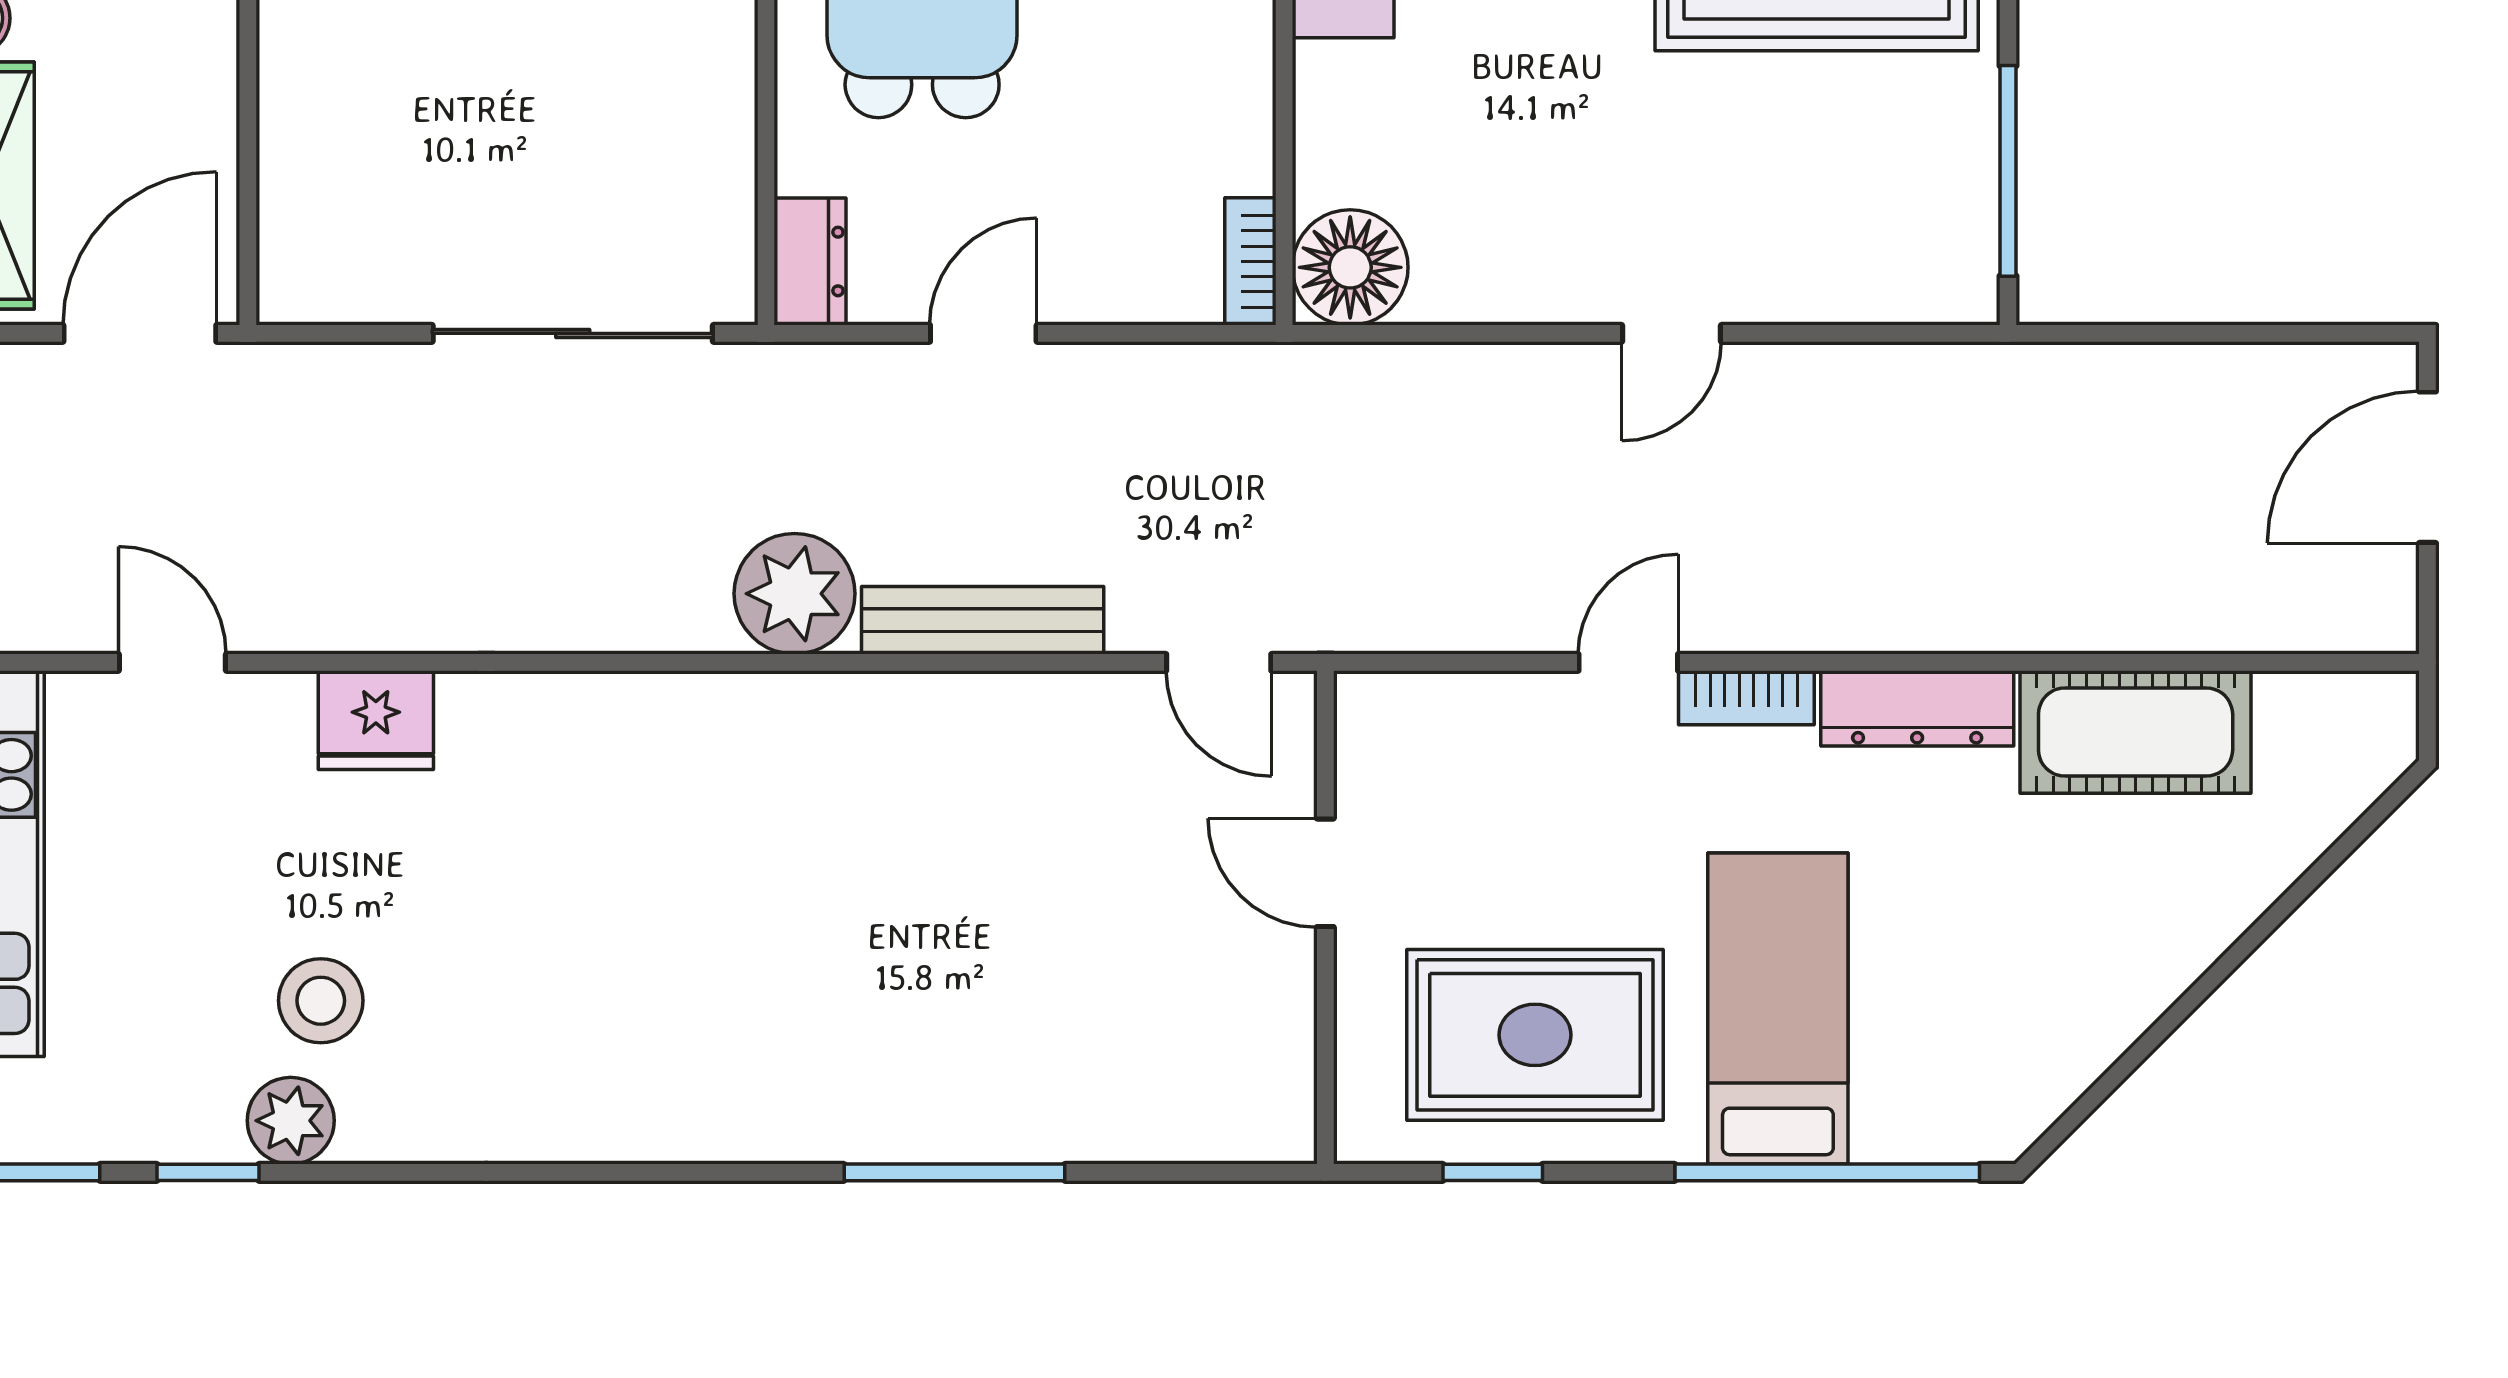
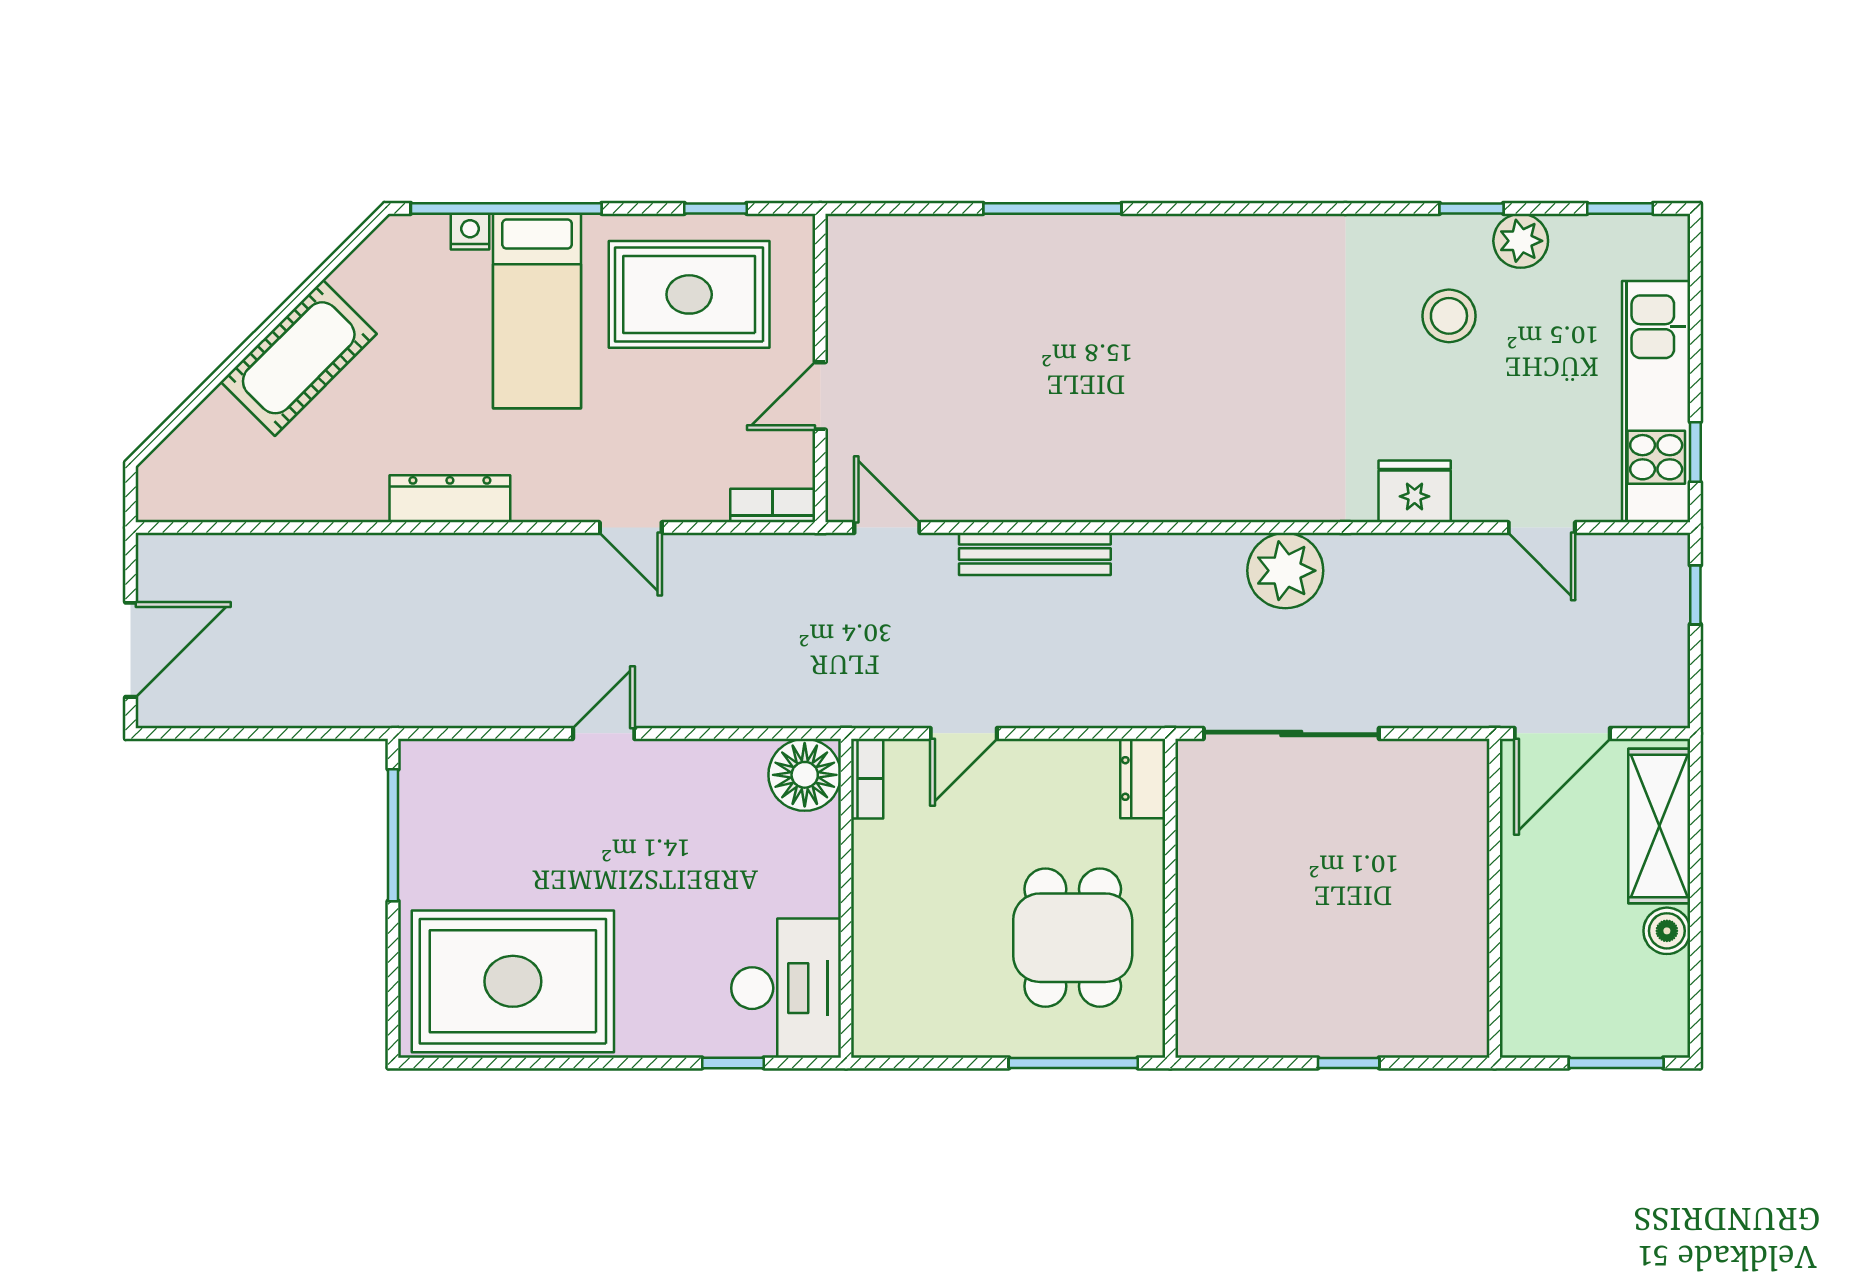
door: (983, 333) -> (964, 733), moved
plant: (795, 594) -> (1285, 571), moved
door: (1628, 662) -> (631, 528), hinge flipped
bookcase: (1746, 698) -> (773, 505), moved
cot: (2136, 732) -> (299, 358), moved, turned -45
door: (1325, 873) -> (820, 396), swing flipped
plant: (291, 1121) -> (1521, 241), moved
nightstand: (1885, 1135) -> (470, 232), added
window: (208, 1172) -> (1472, 208), moved

